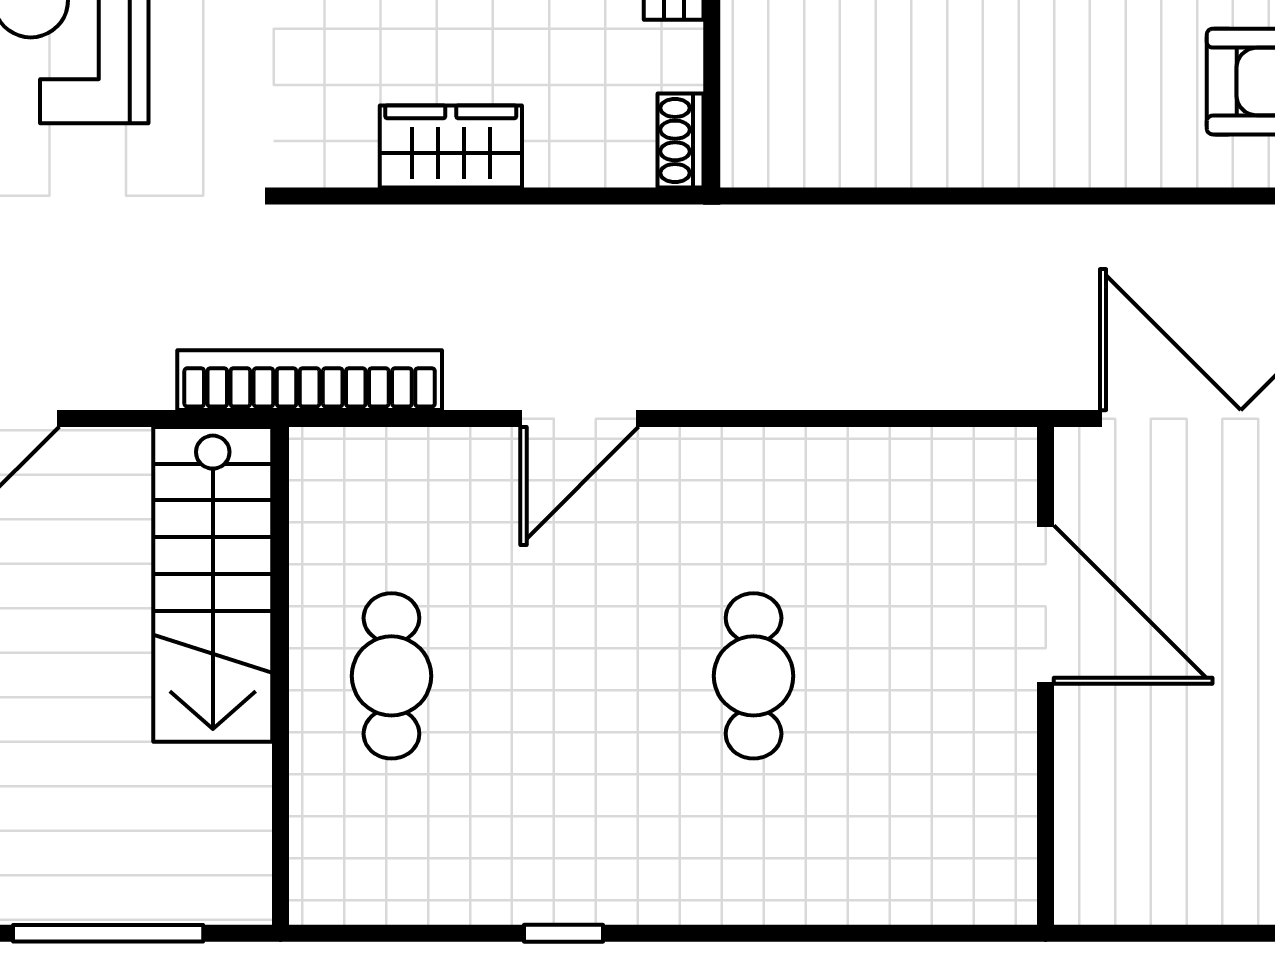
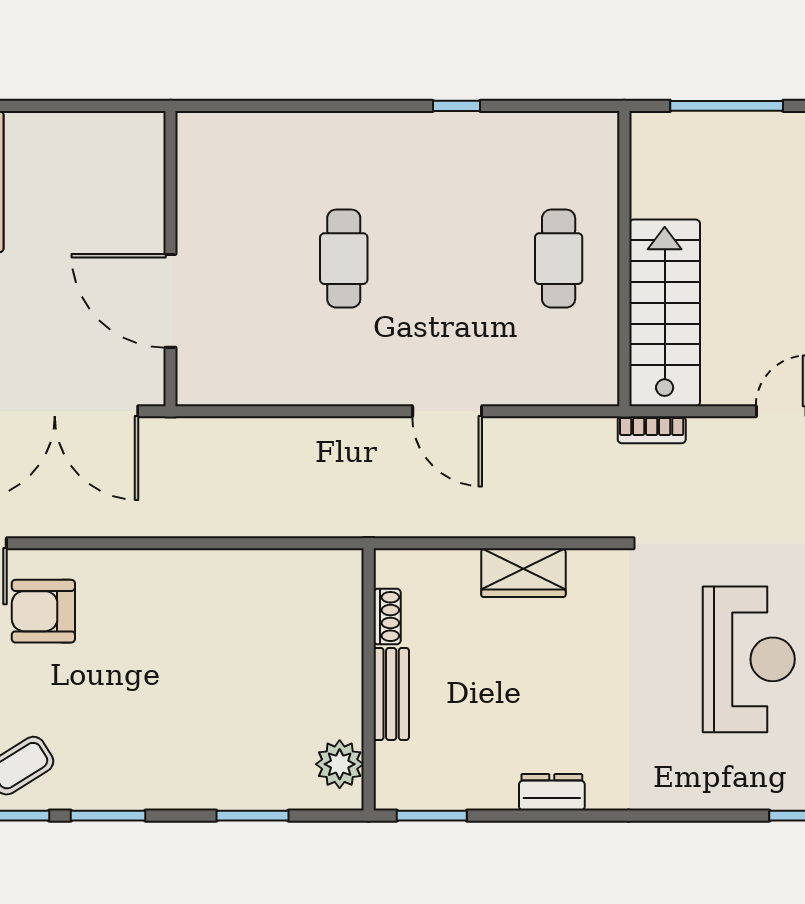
shoe rack: (680, 140) -> (387, 617), moved
bookcase: (310, 380) -> (652, 430), width x0.43, depth x0.76
door: (579, 419) -> (447, 411), swing flipped

